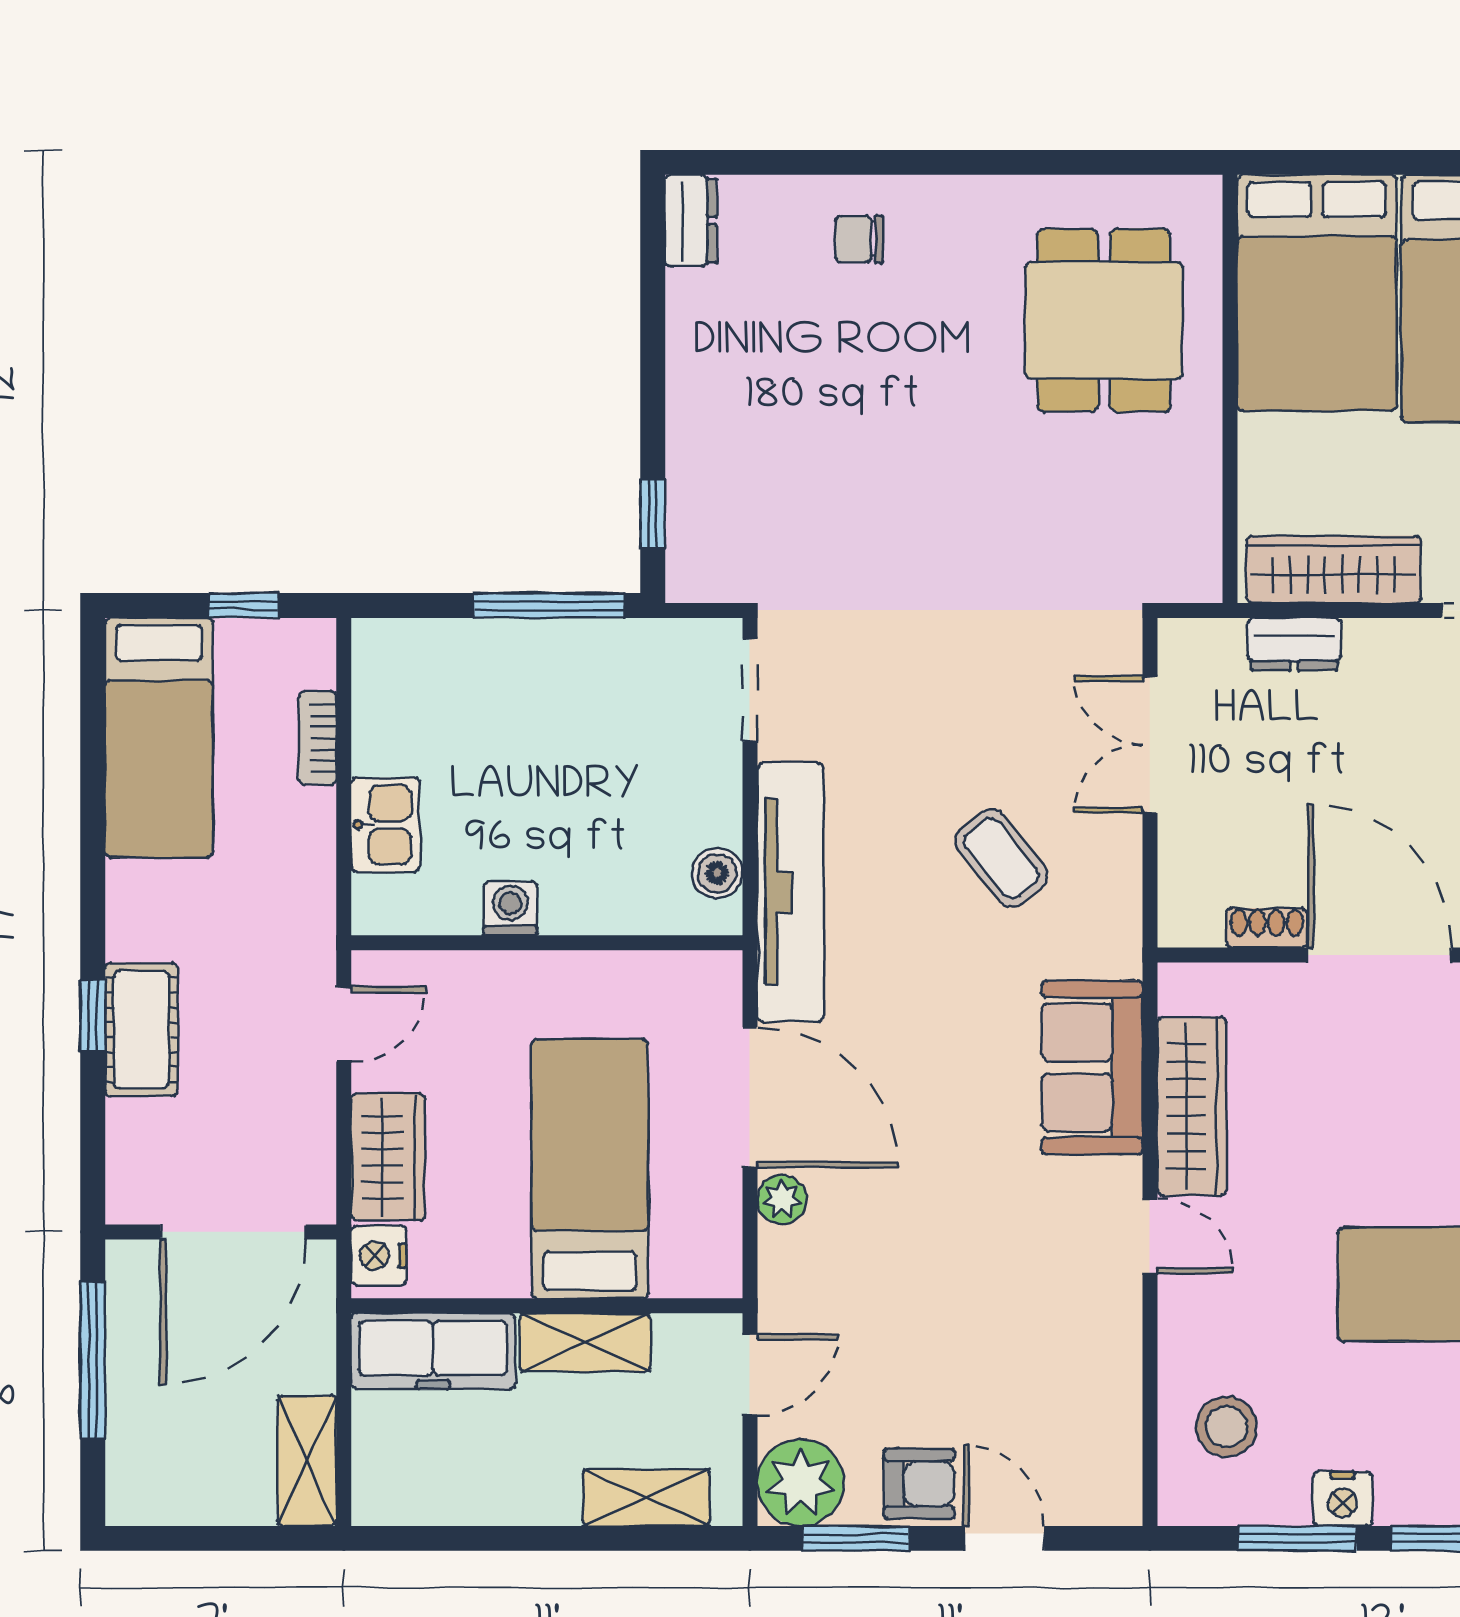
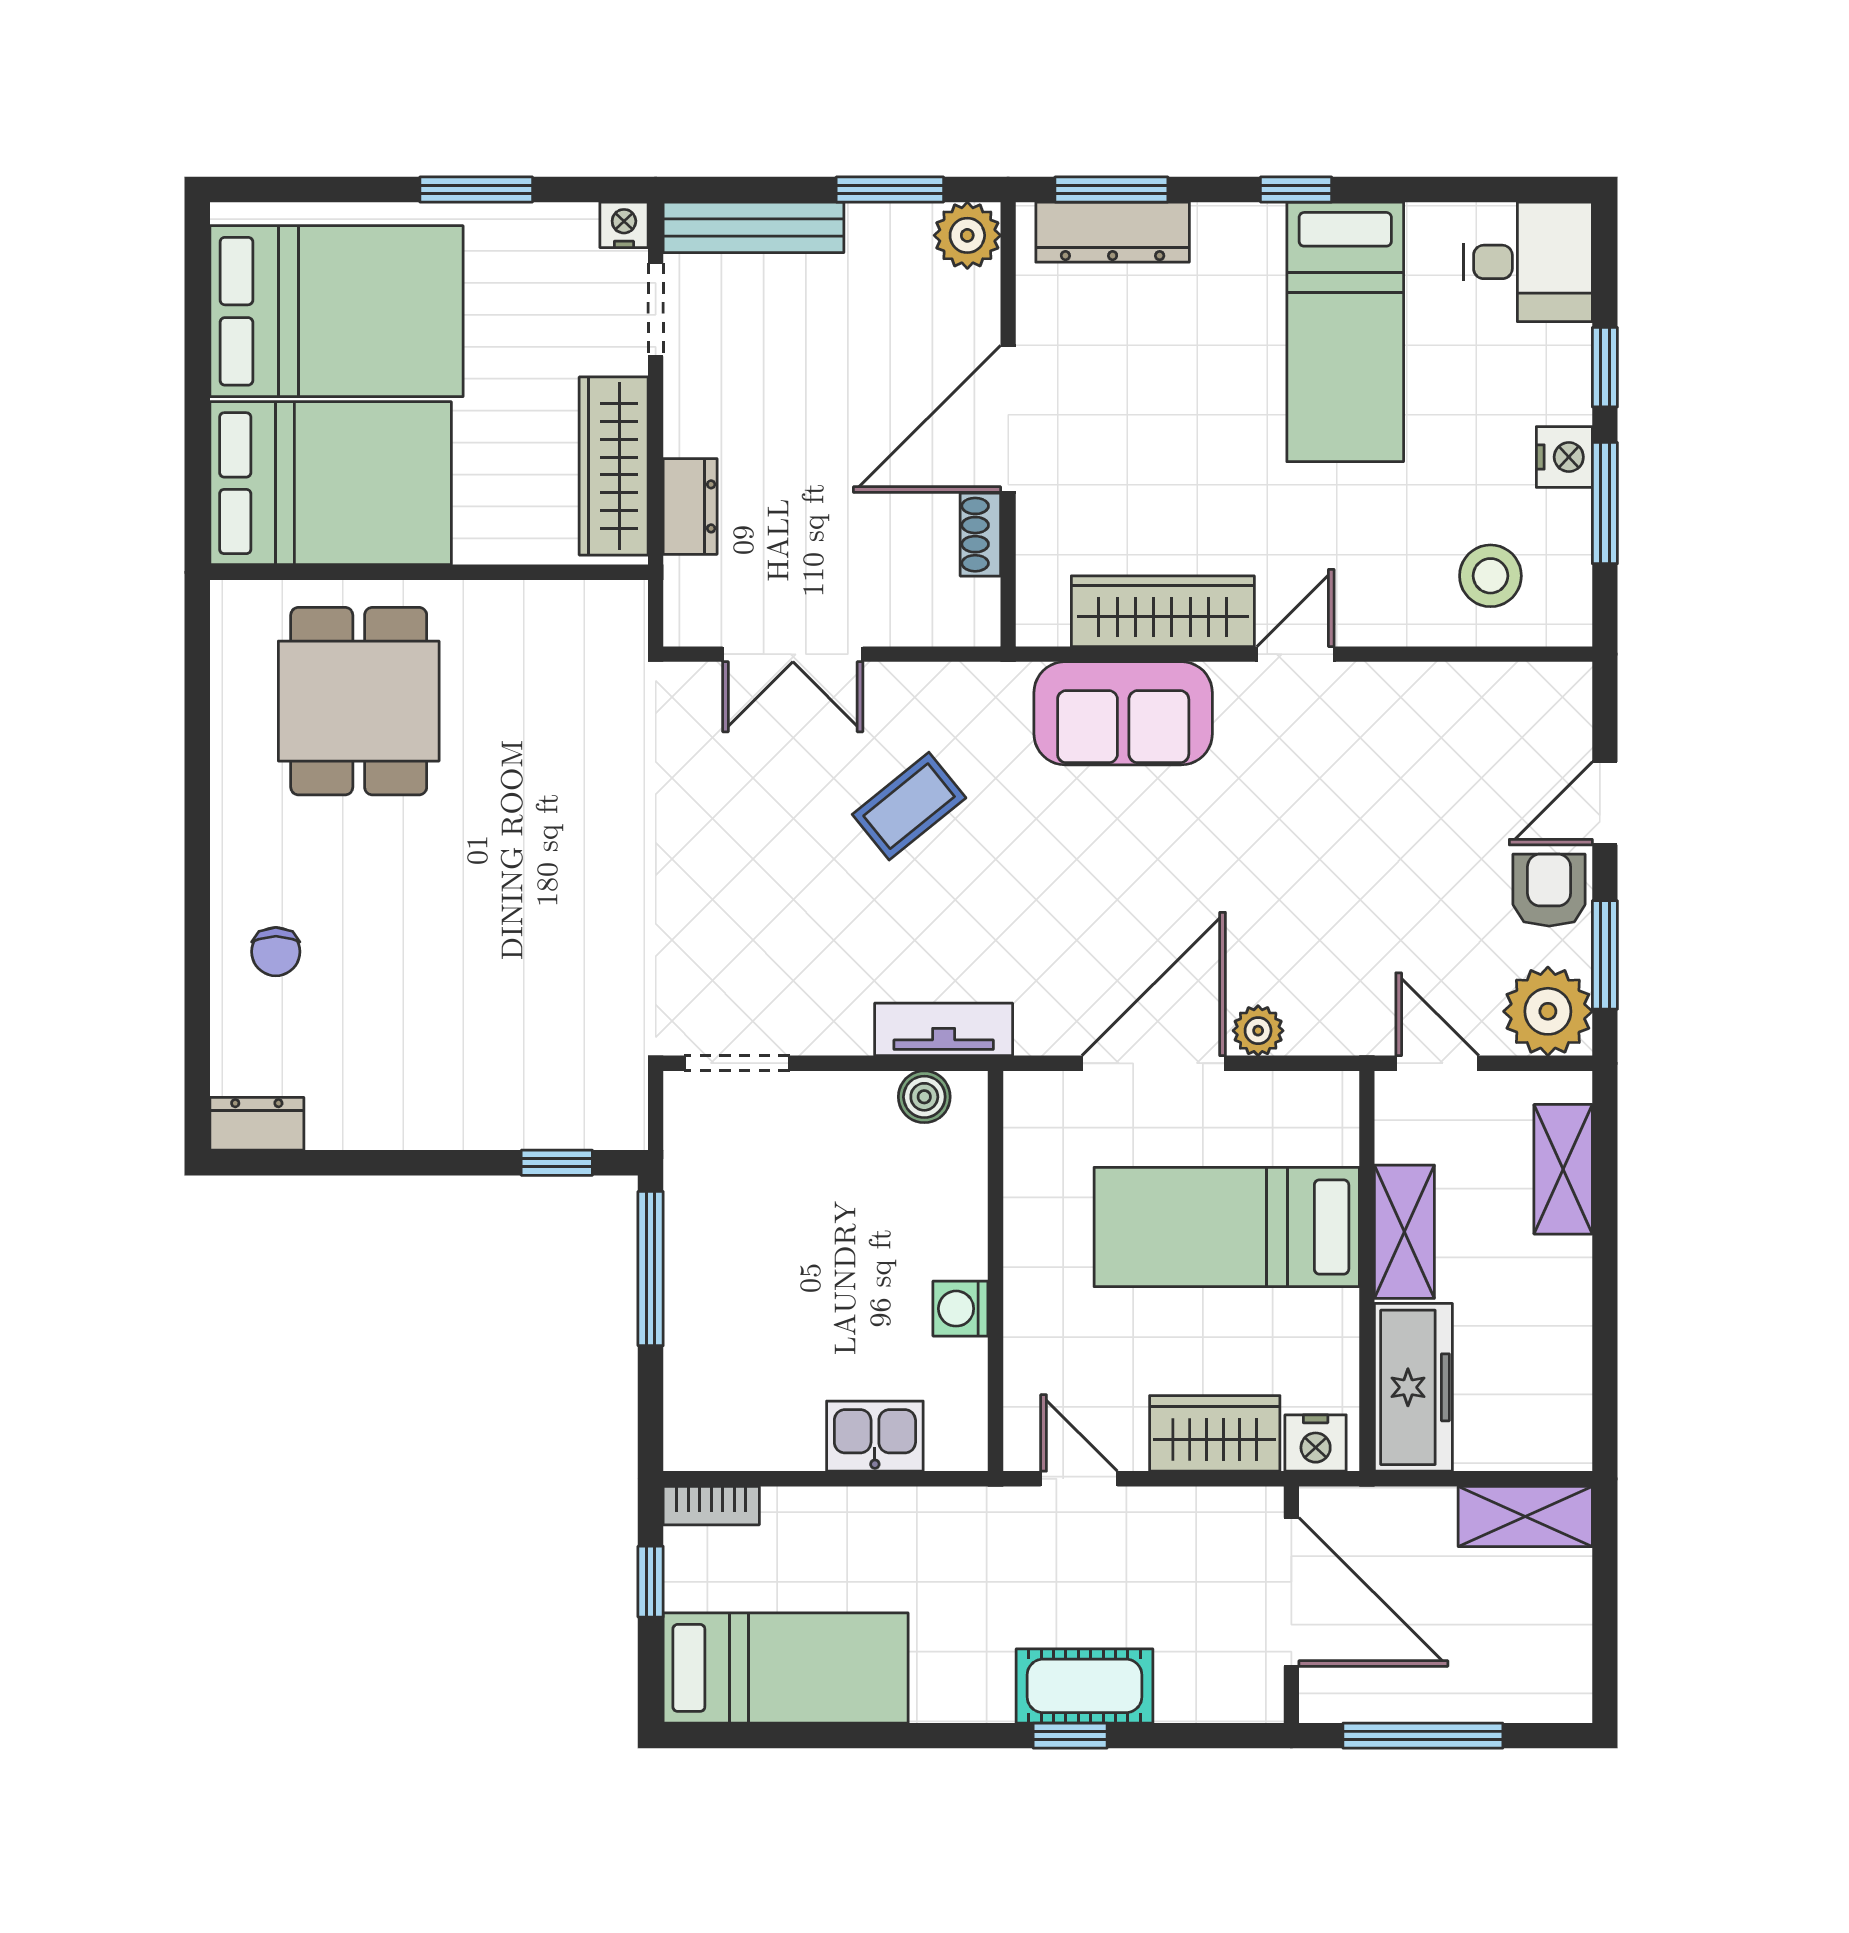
dining table: (1104, 320) -> (359, 701), turned 90
bookcase: (318, 738) -> (711, 1506), moved
tv unit: (790, 892) -> (944, 1029), width x0.52, depth x0.78

